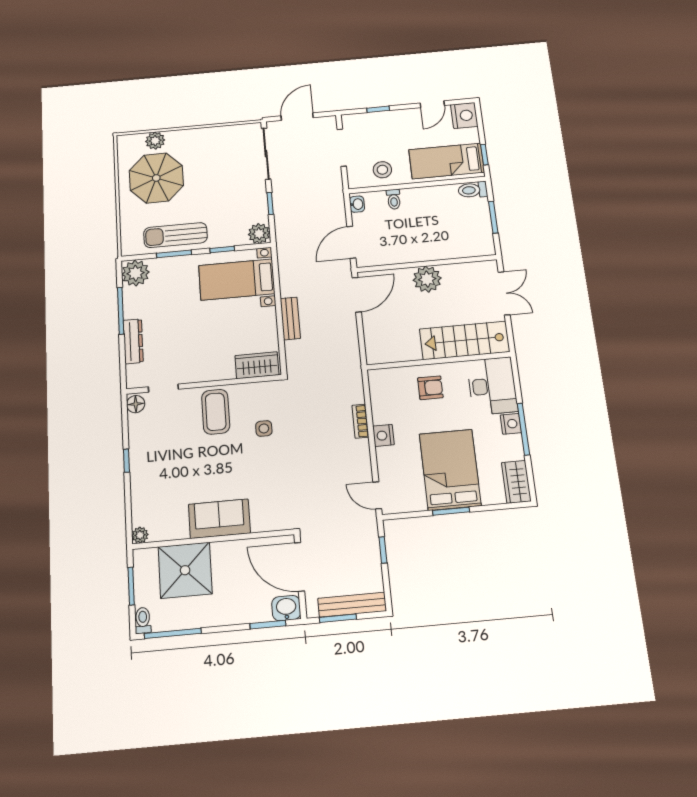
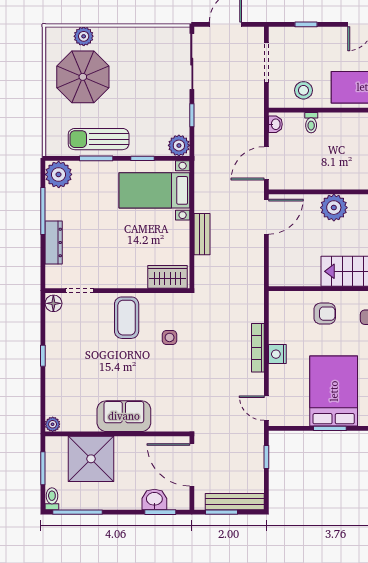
bookcase: (360, 421) -> (258, 348), width x1.56
washbasin: (286, 608) -> (154, 499), moved

